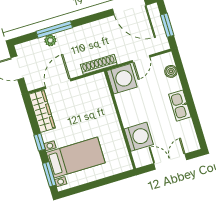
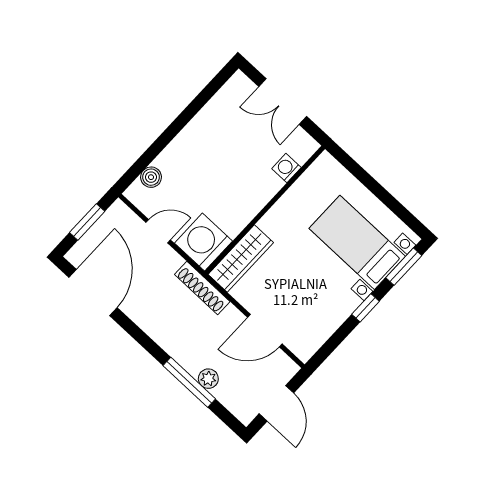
kitchen sink: (180, 106) -> (193, 135), removed
wardrobe: (42, 111) -> (241, 259), moved, turned 180
washing machine: (139, 137) -> (286, 168), width x0.53, depth x0.53

